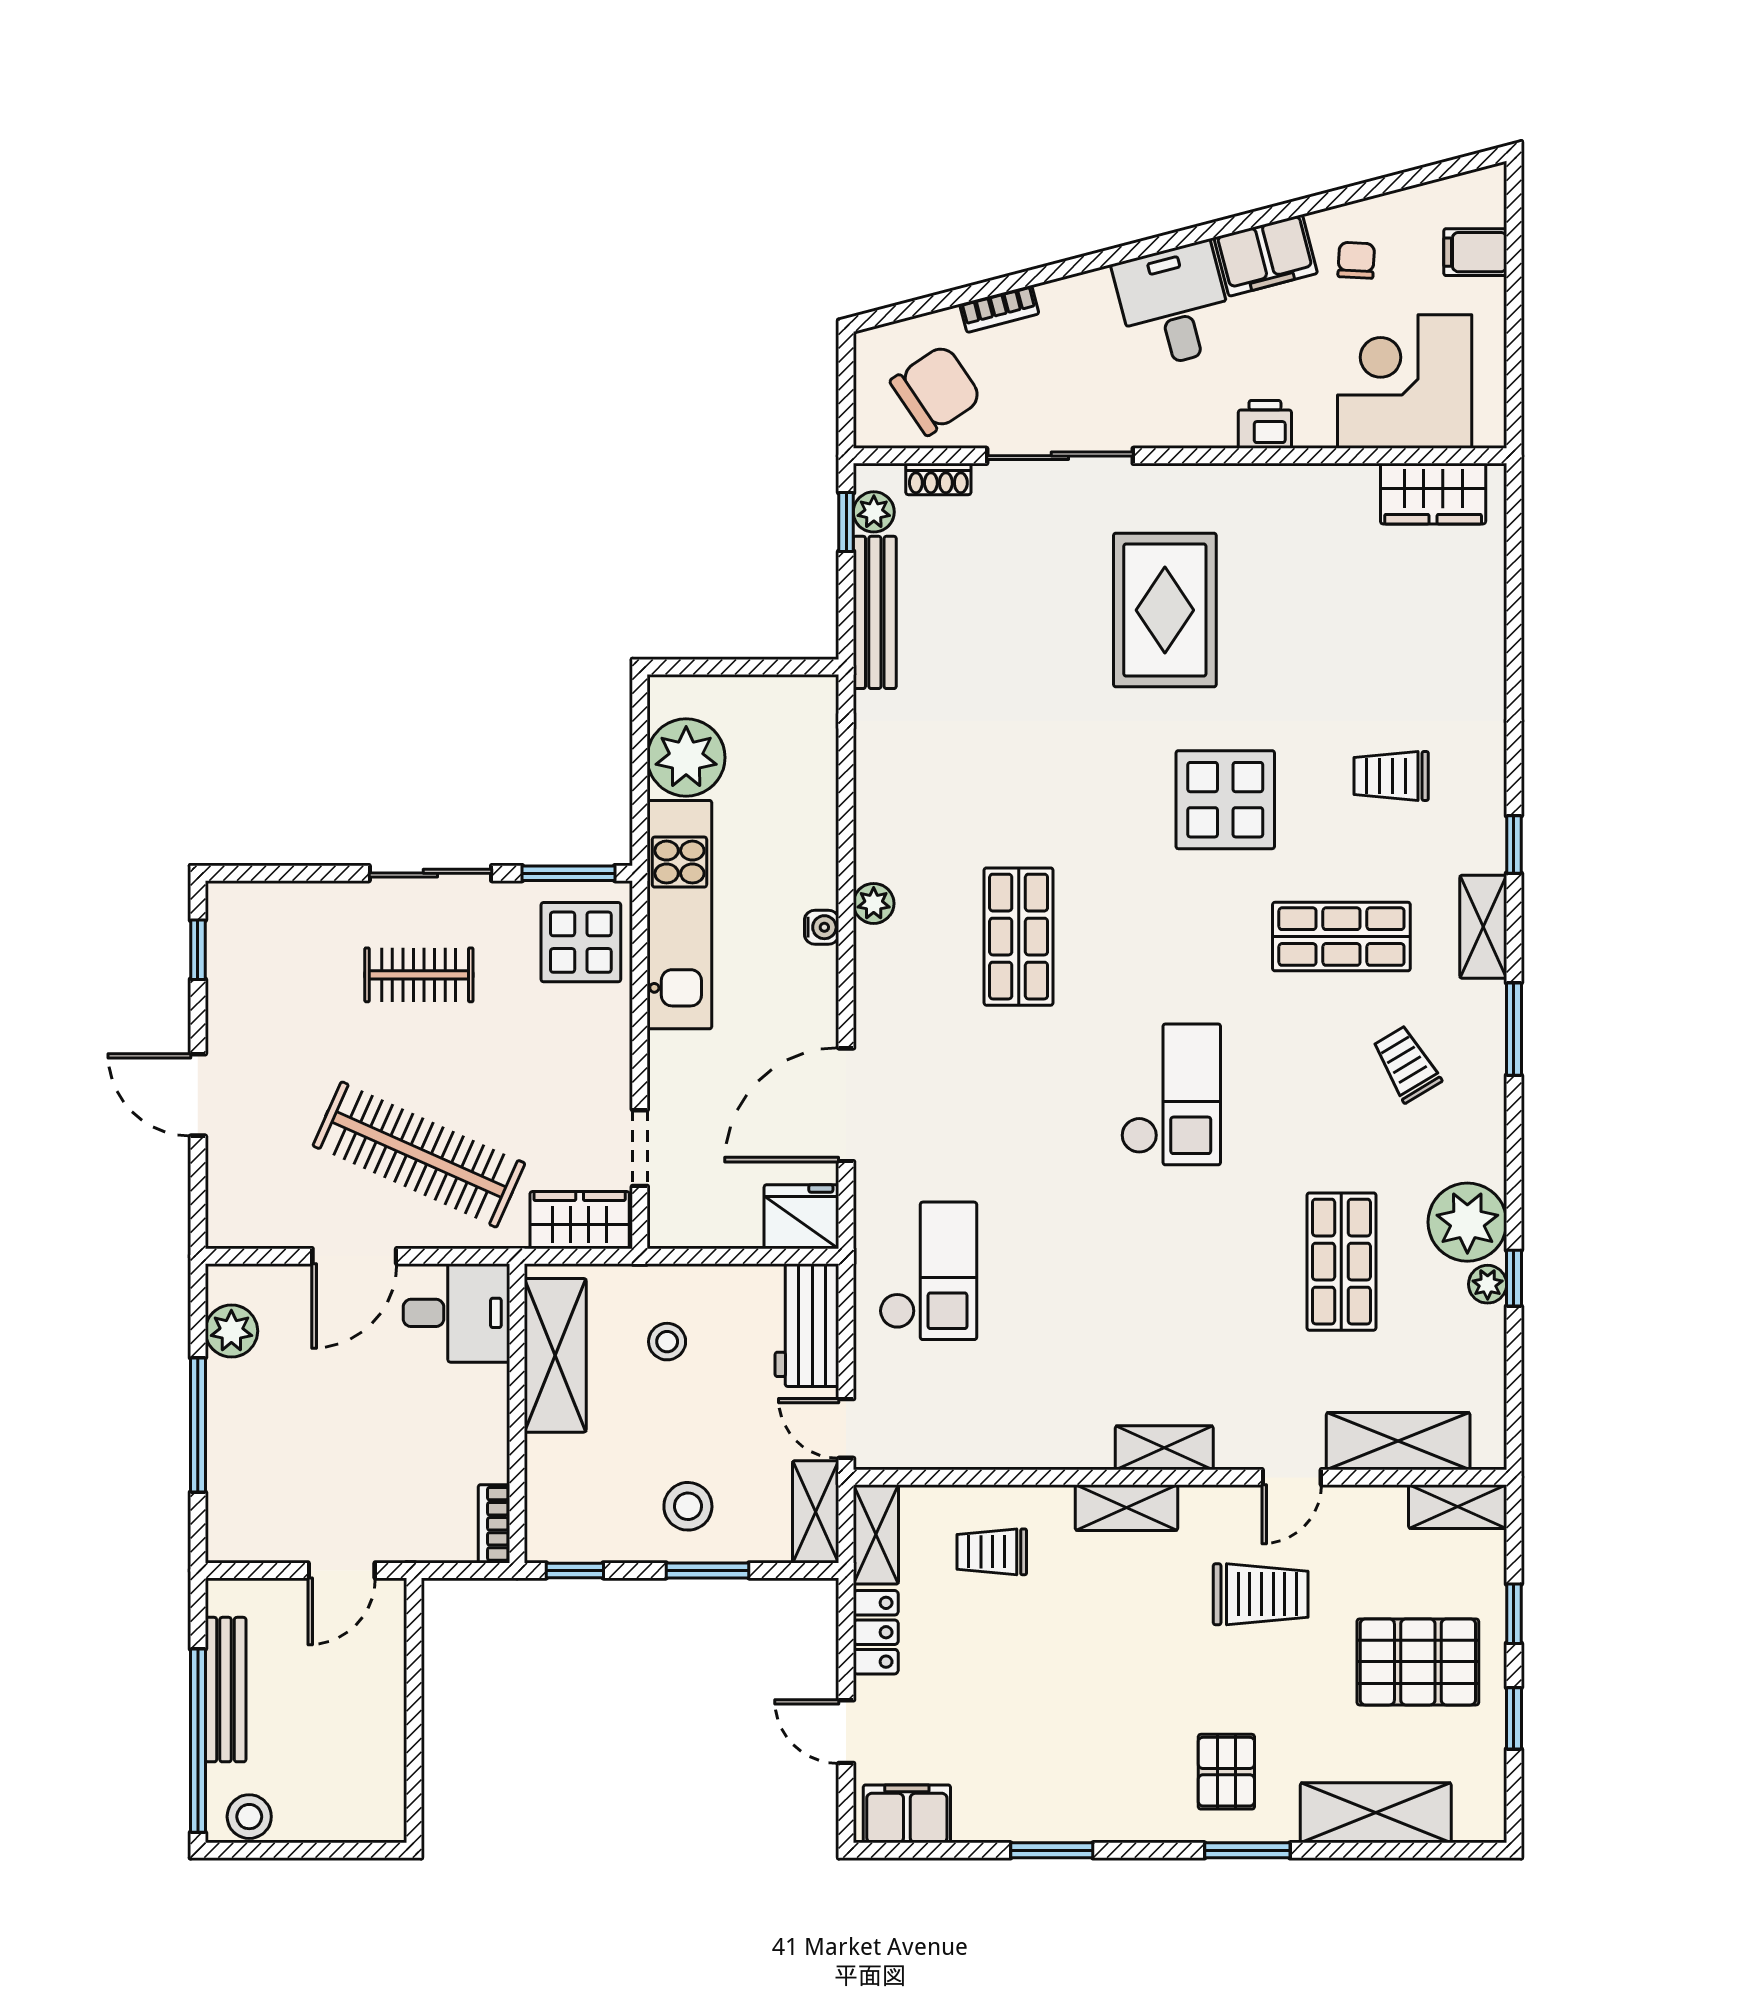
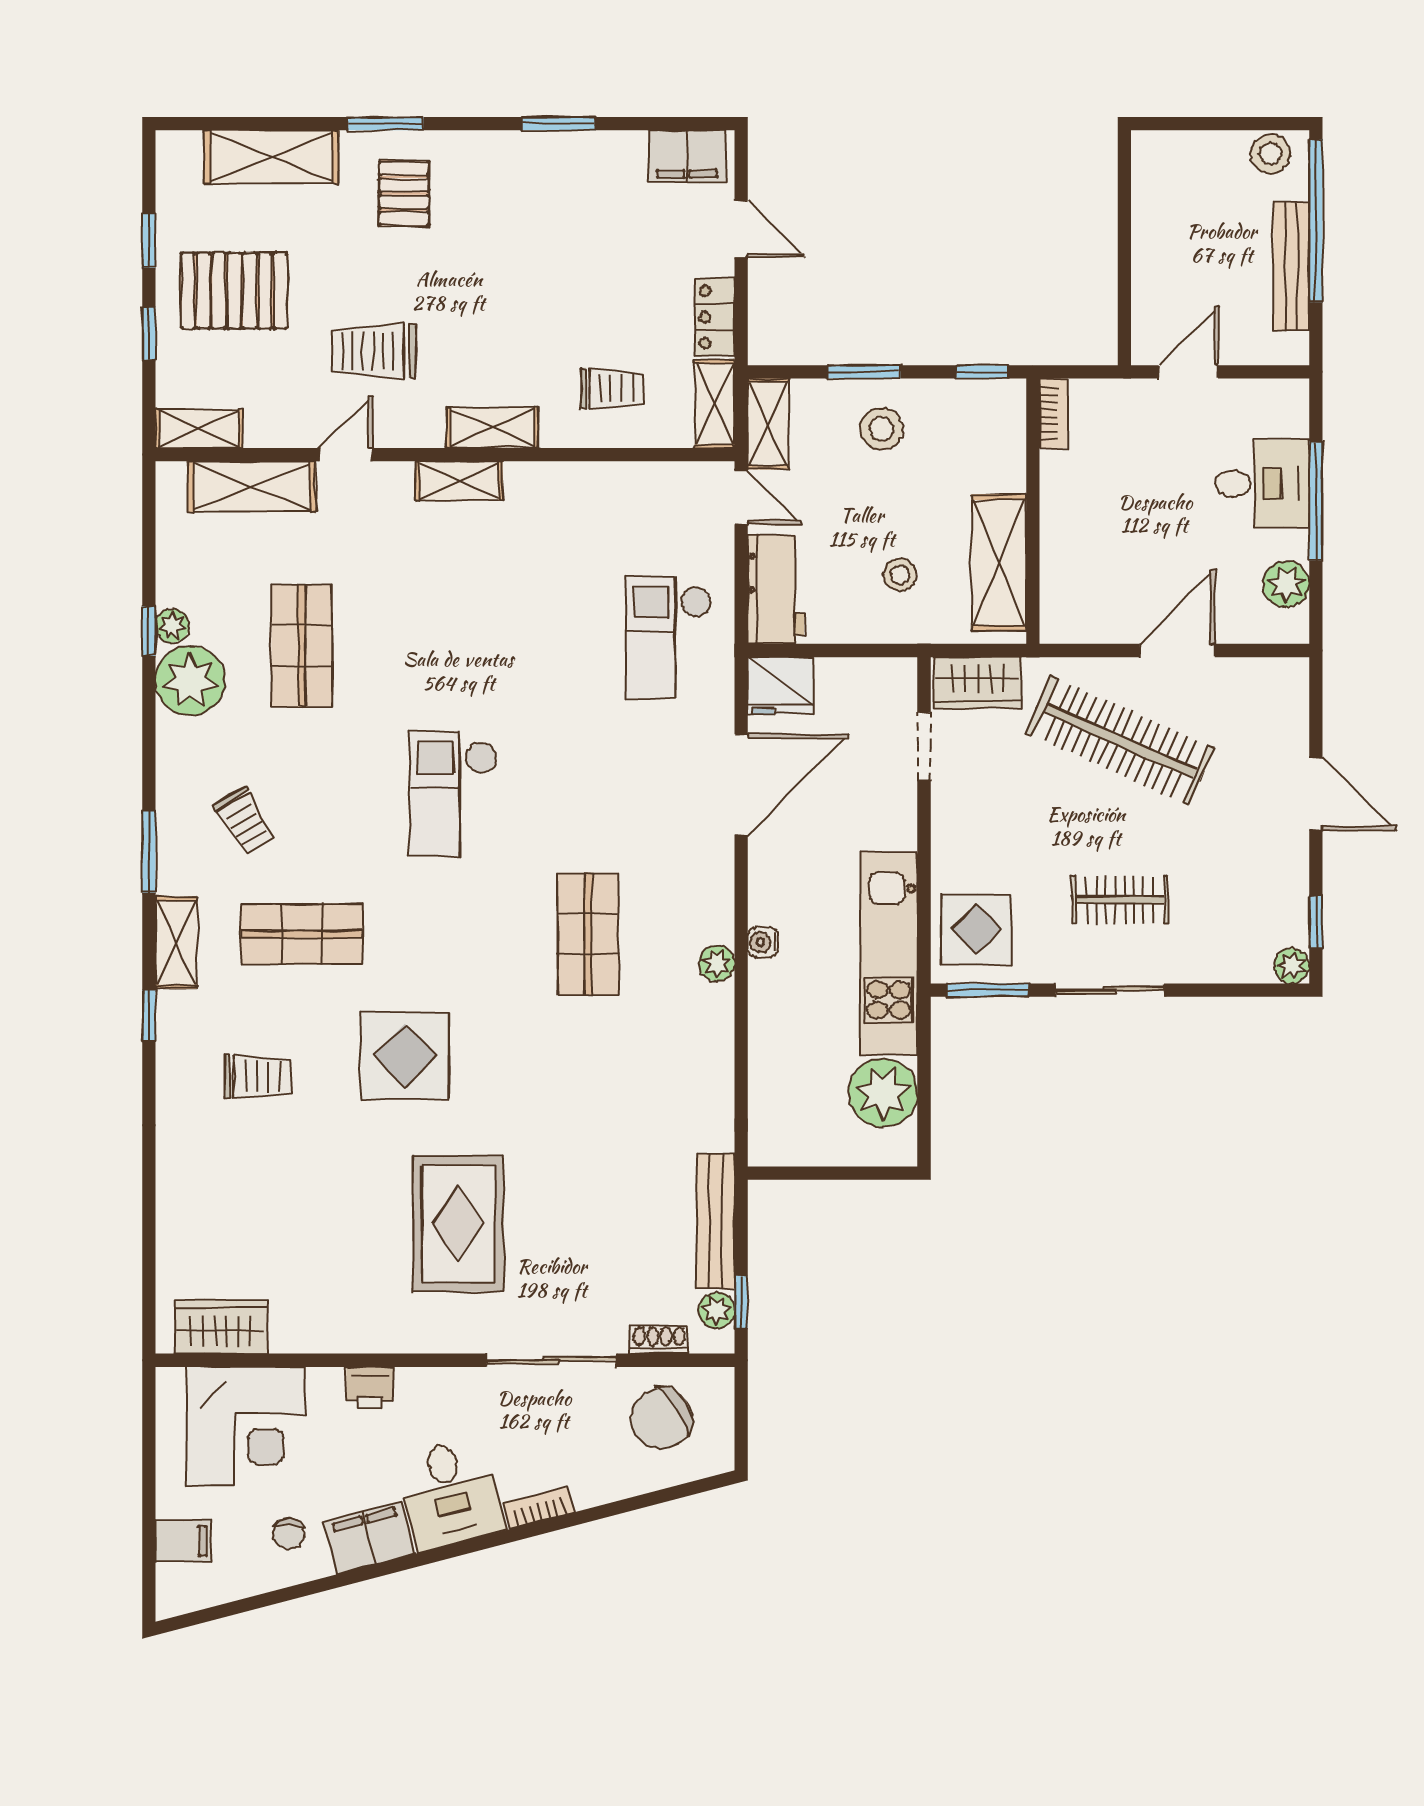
bookcase: (999, 309) -> (539, 1508), moved
plant: (225, 900) -> (1292, 966), added
desk: (457, 1313) -> (1262, 484), moved, turned 180

